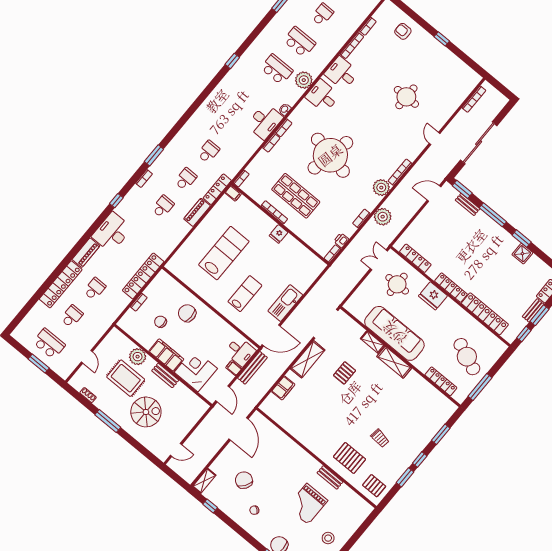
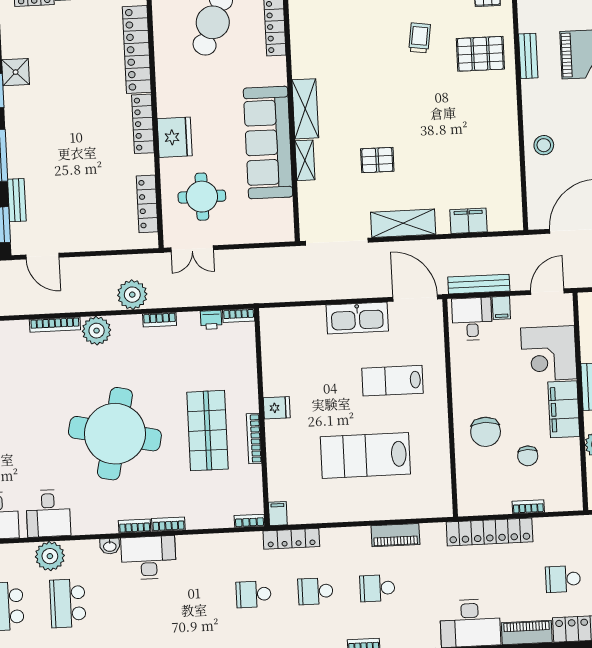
piano: (197, 212) -> (395, 535), moved
stool: (286, 449) -> (544, 145), added
pallet: (349, 458) -> (480, 54), turned 90

